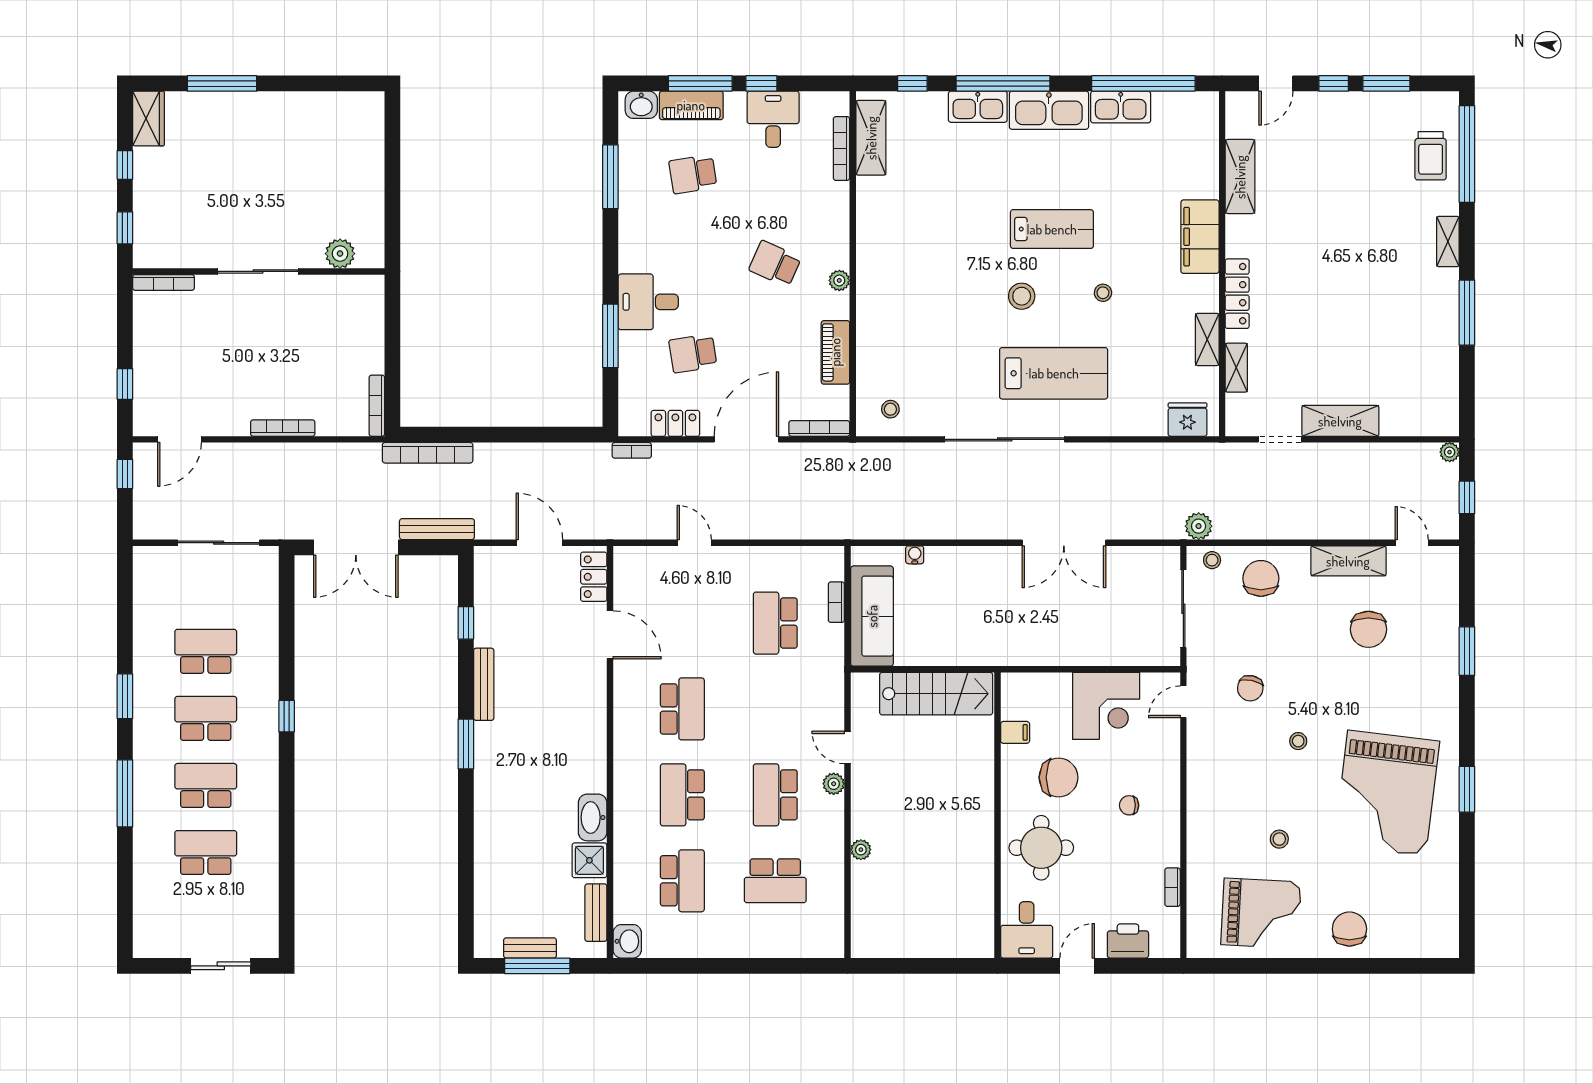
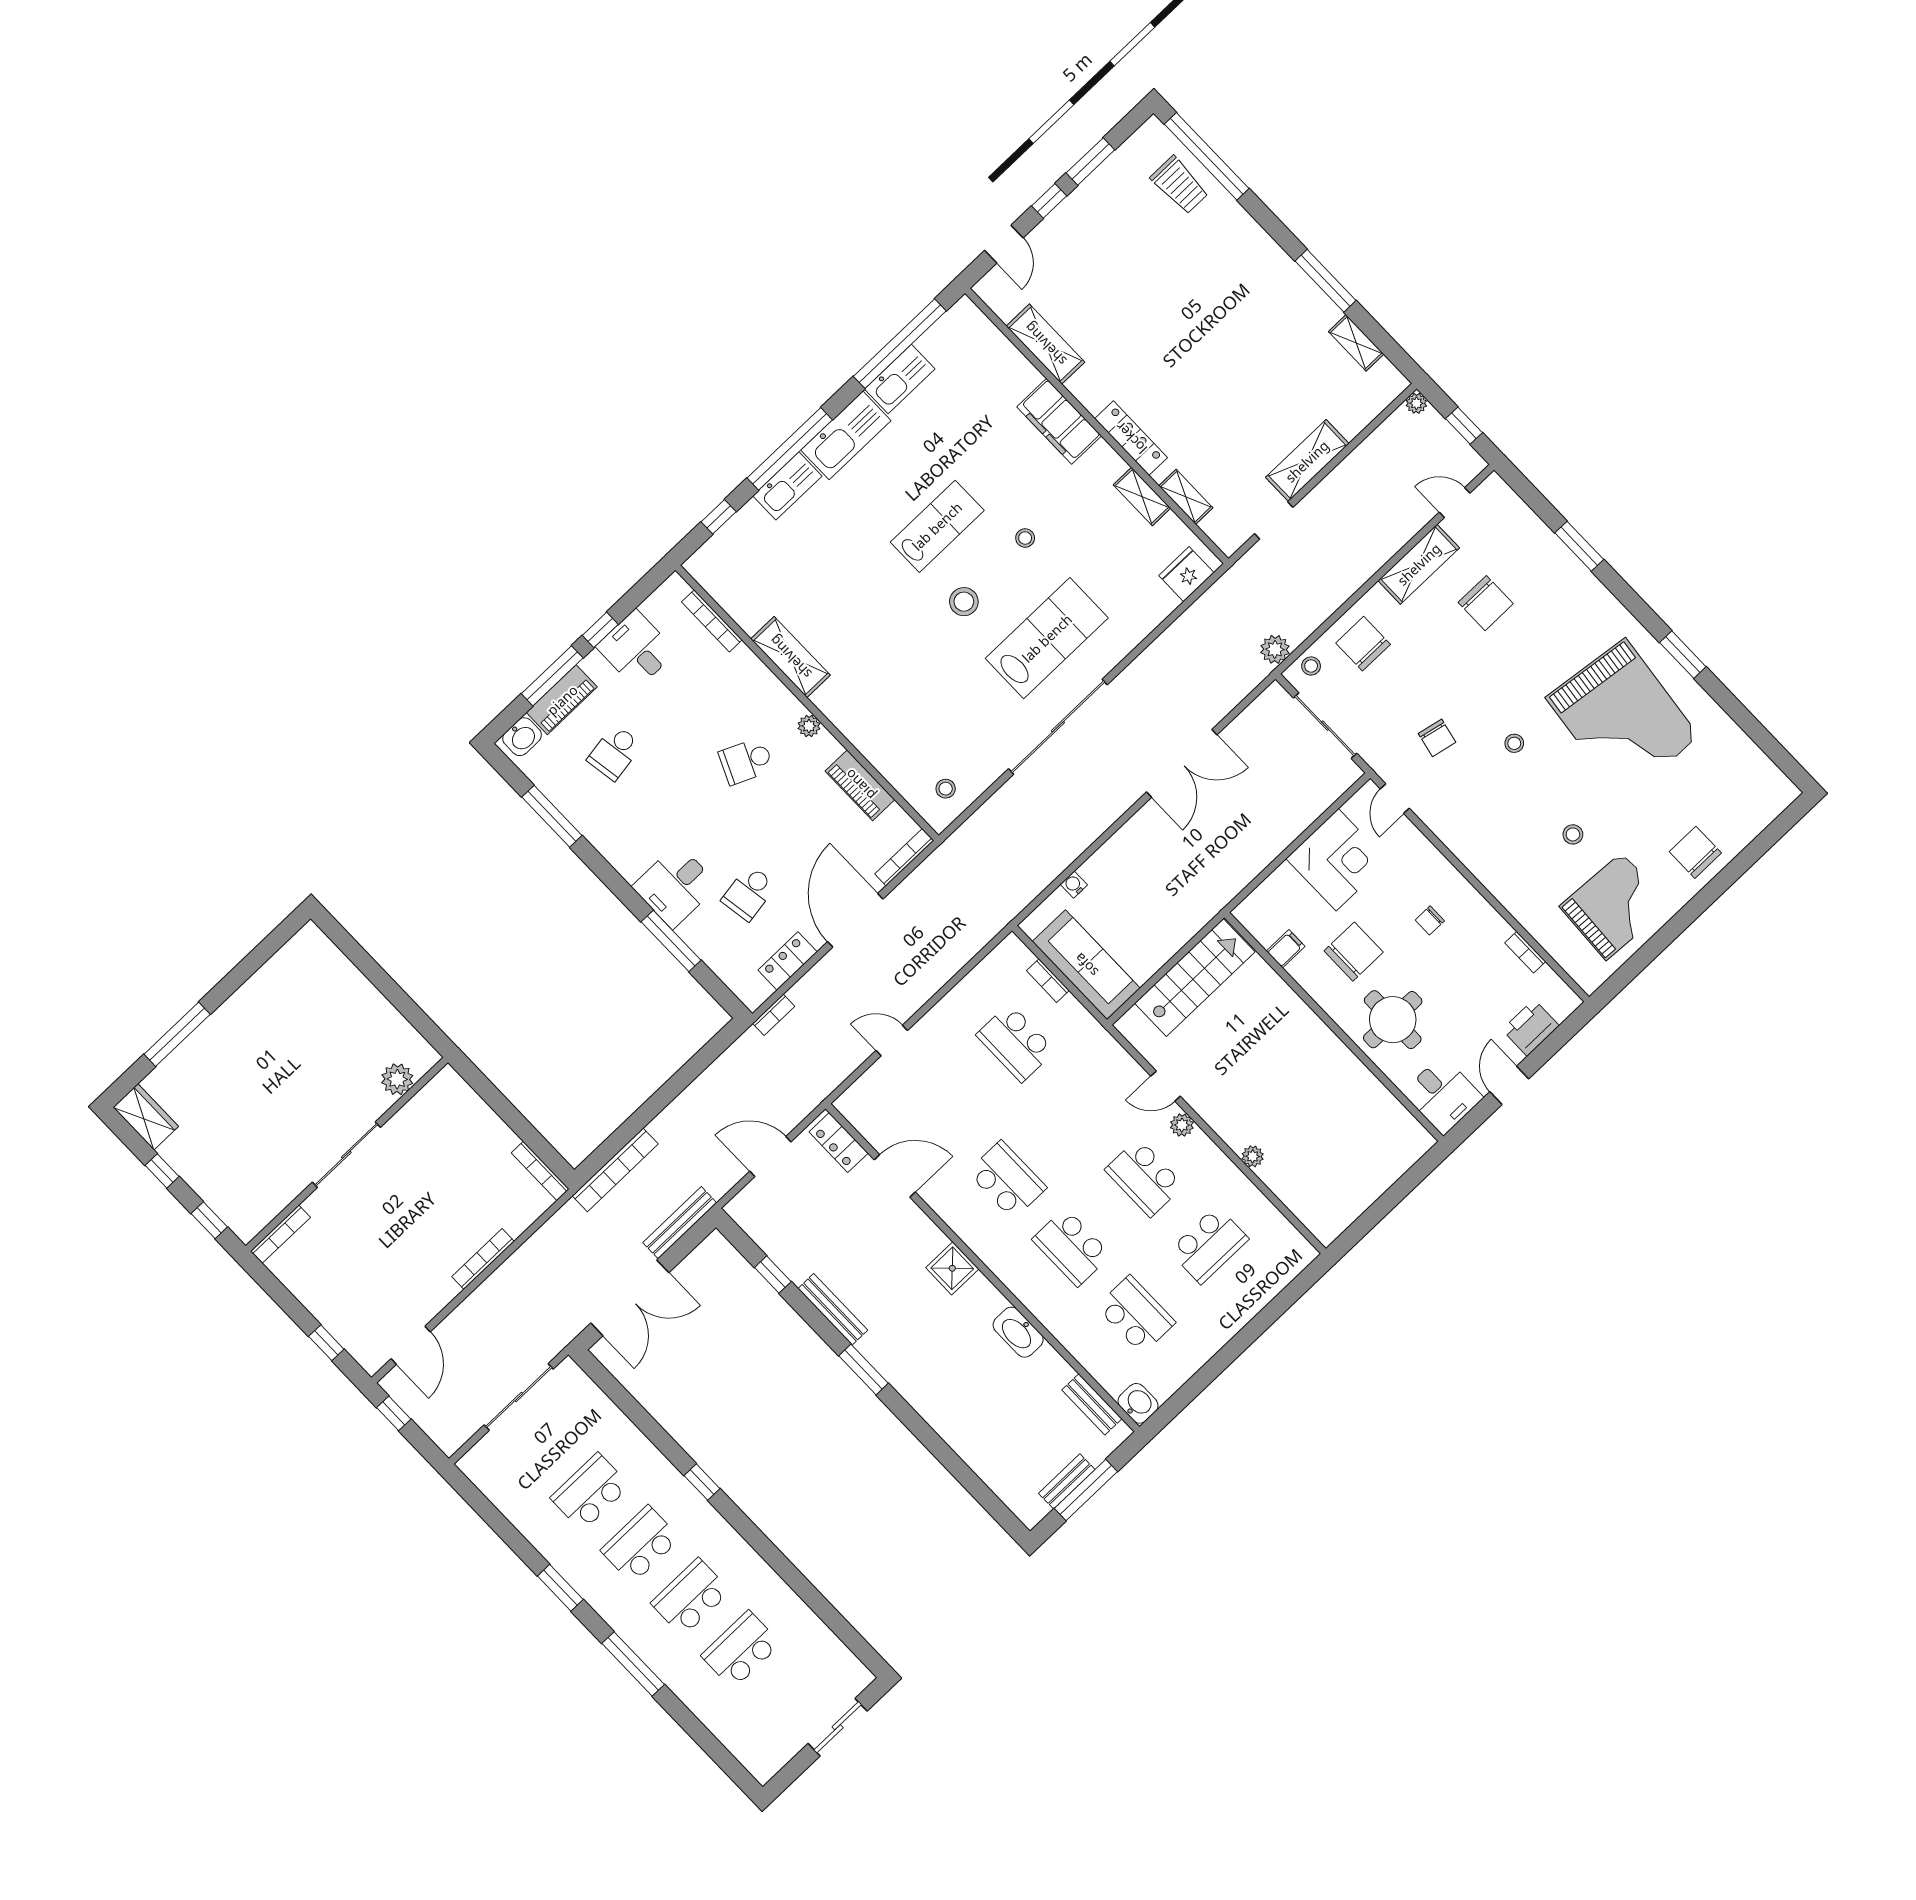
shelving: (871, 138) -> (790, 657), moved
shelving: (1448, 241) -> (1356, 343), moved
shower: (589, 860) -> (952, 1268), moved

